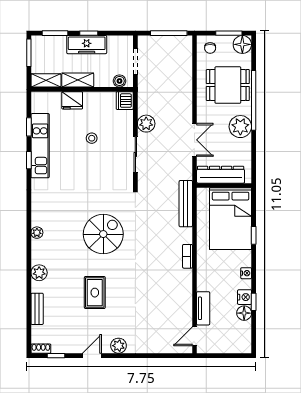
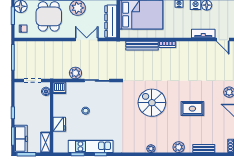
freezer: (87, 45) -> (21, 139), moved
shelving: (78, 80) -> (45, 120), removed
bench: (186, 204) -> (142, 46), moved

